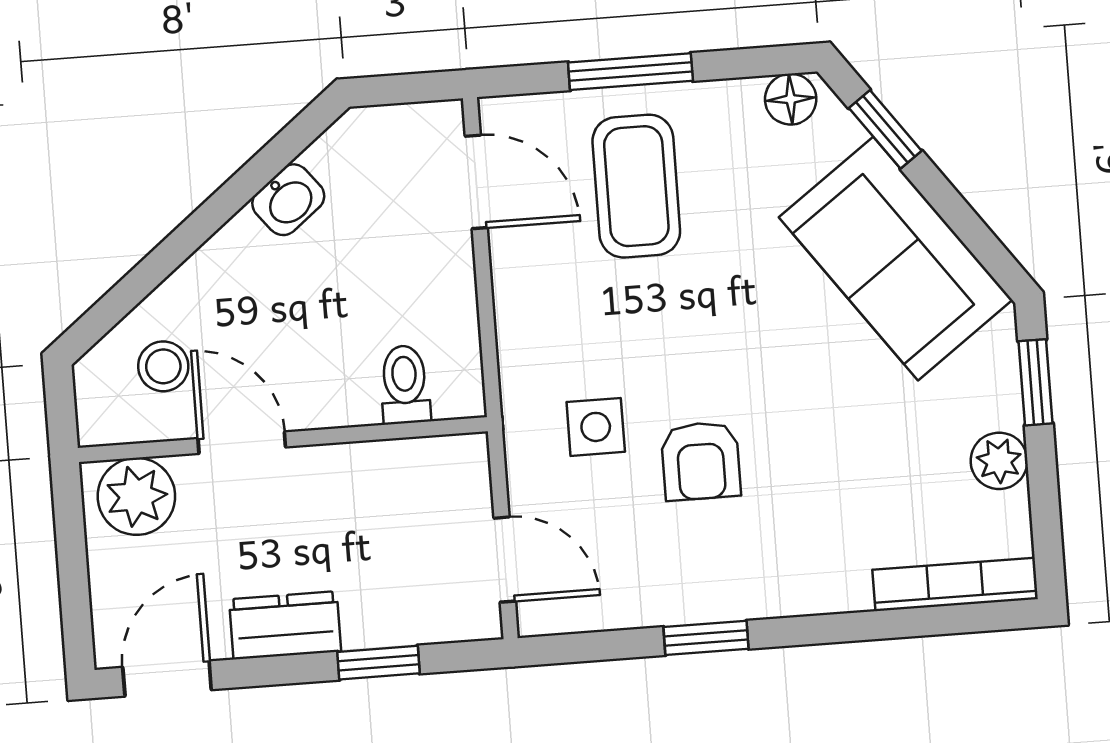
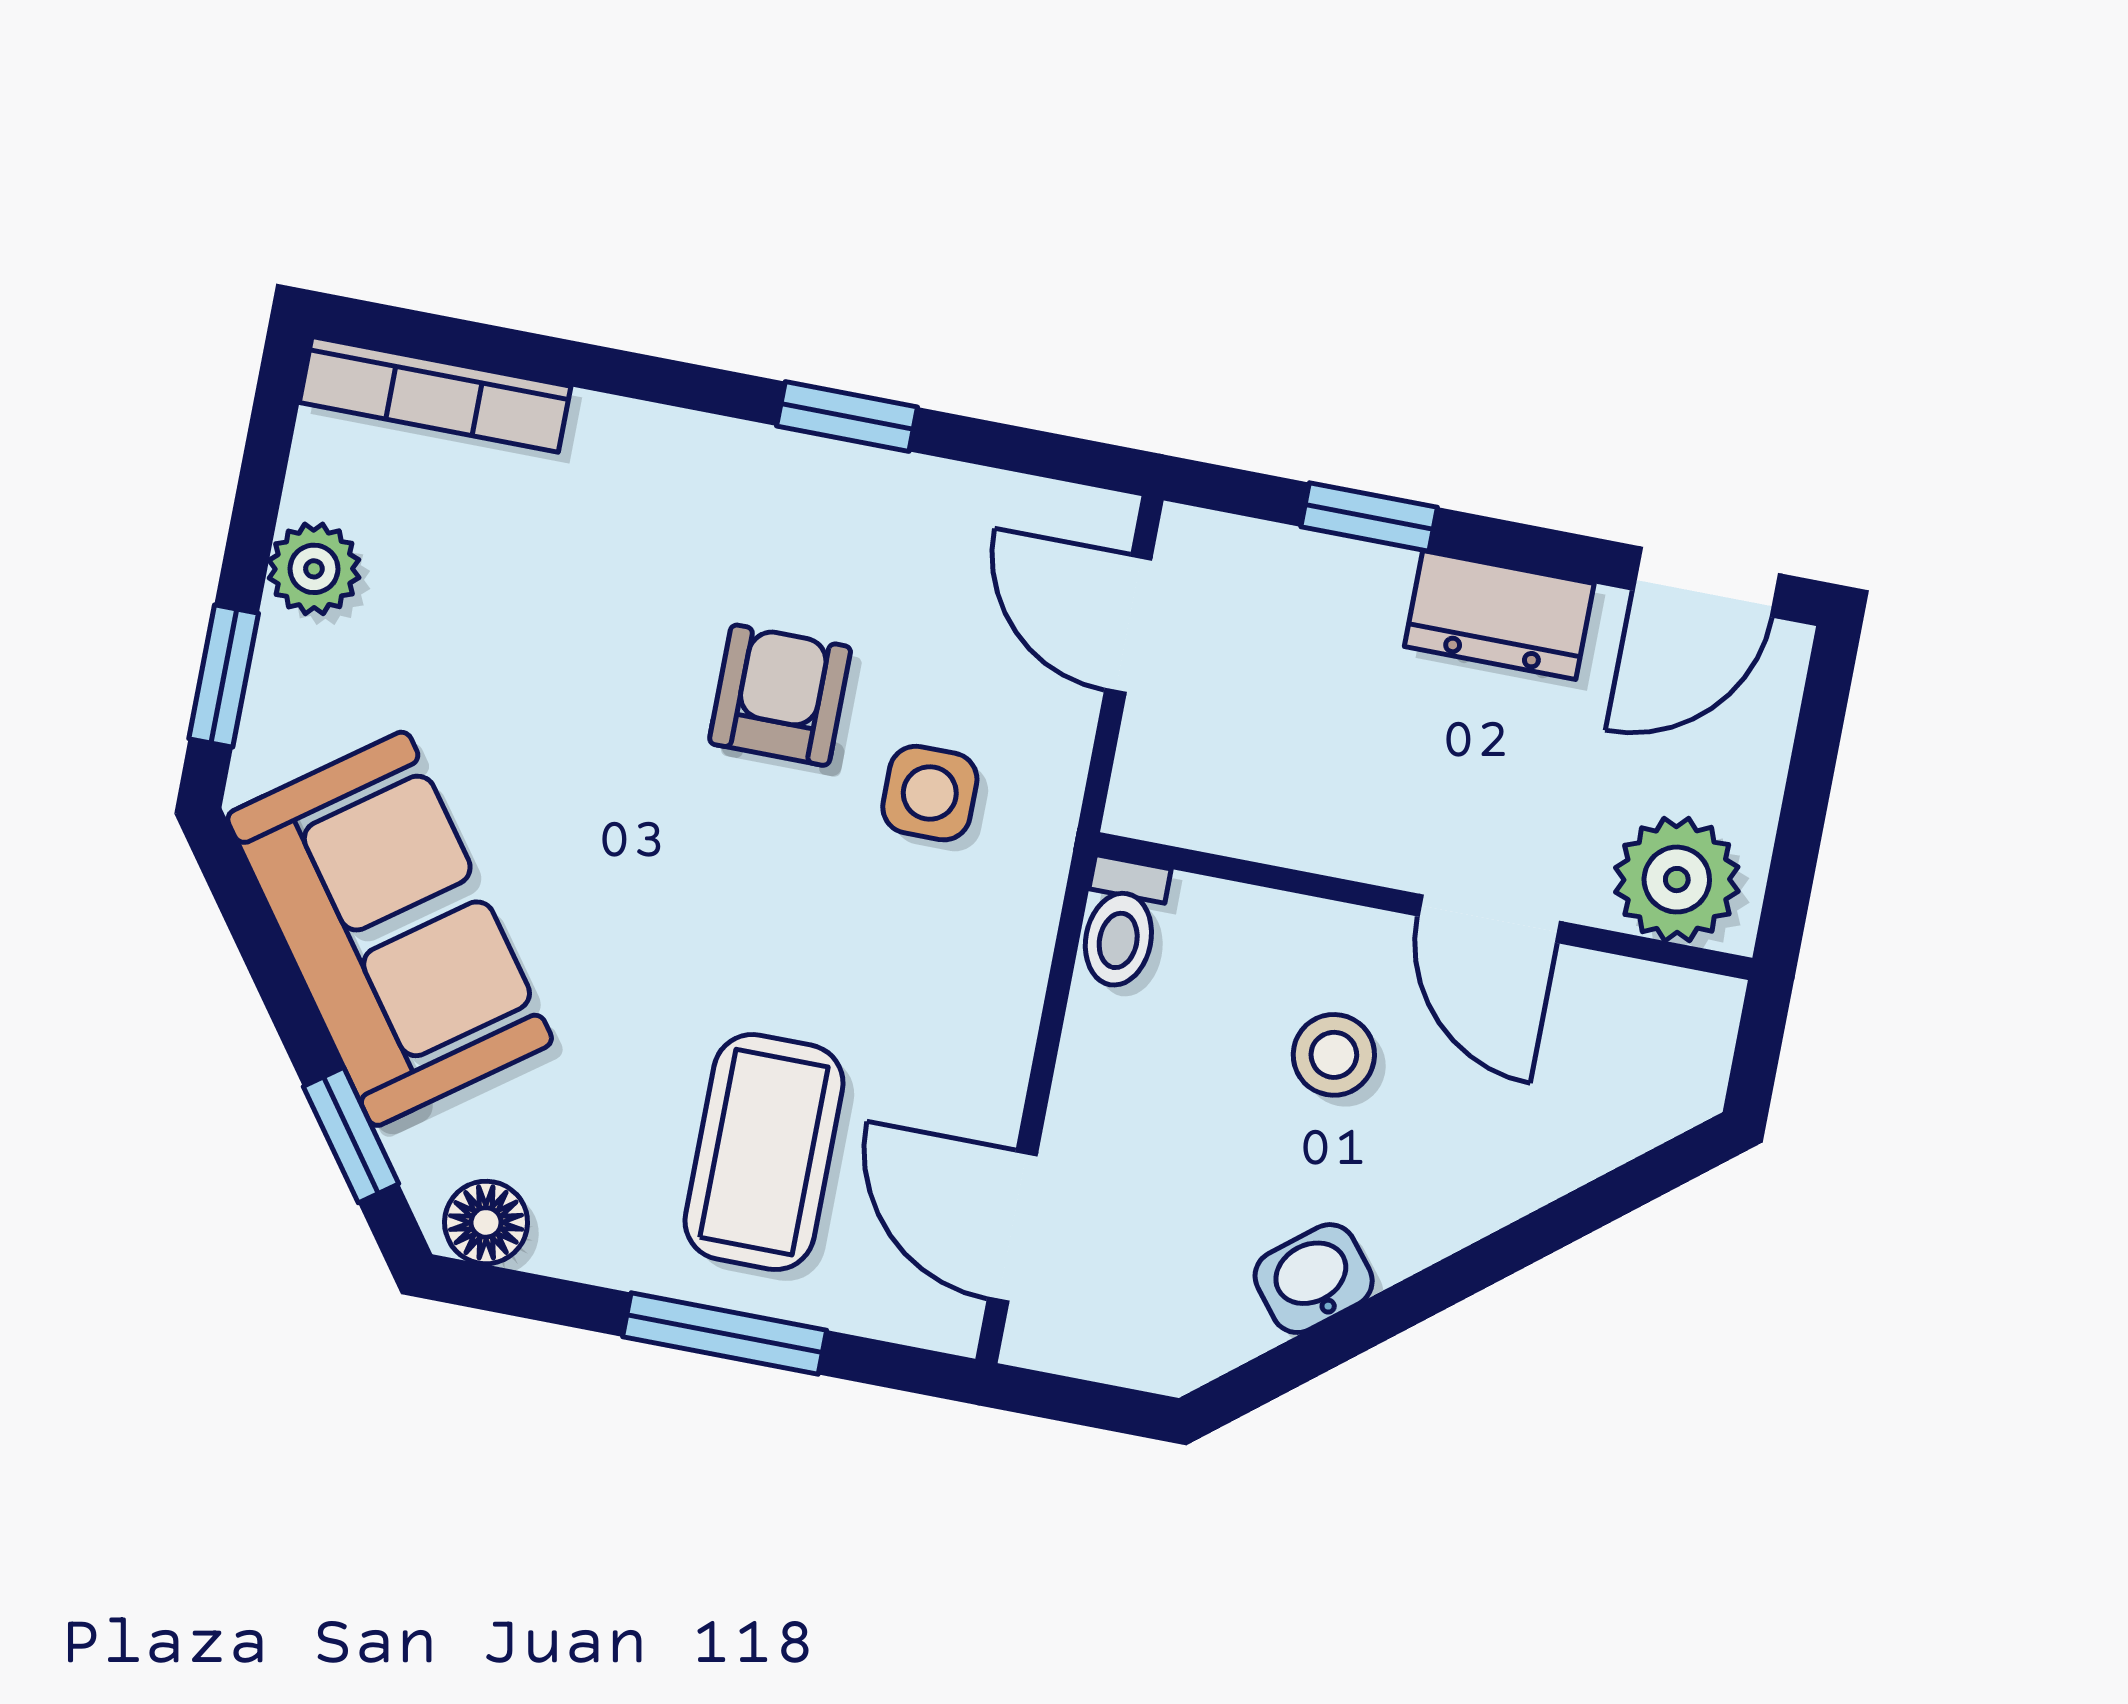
stool: (163, 366) -> (1334, 1055), moved
toilet: (405, 385) -> (1121, 923), moved

